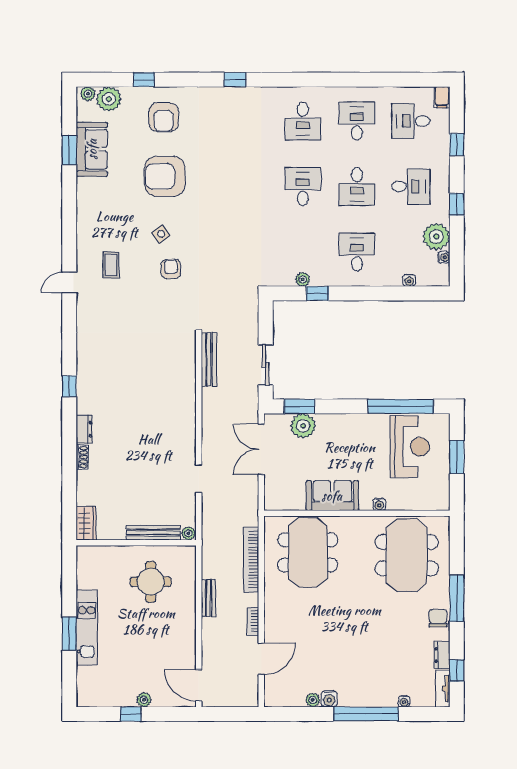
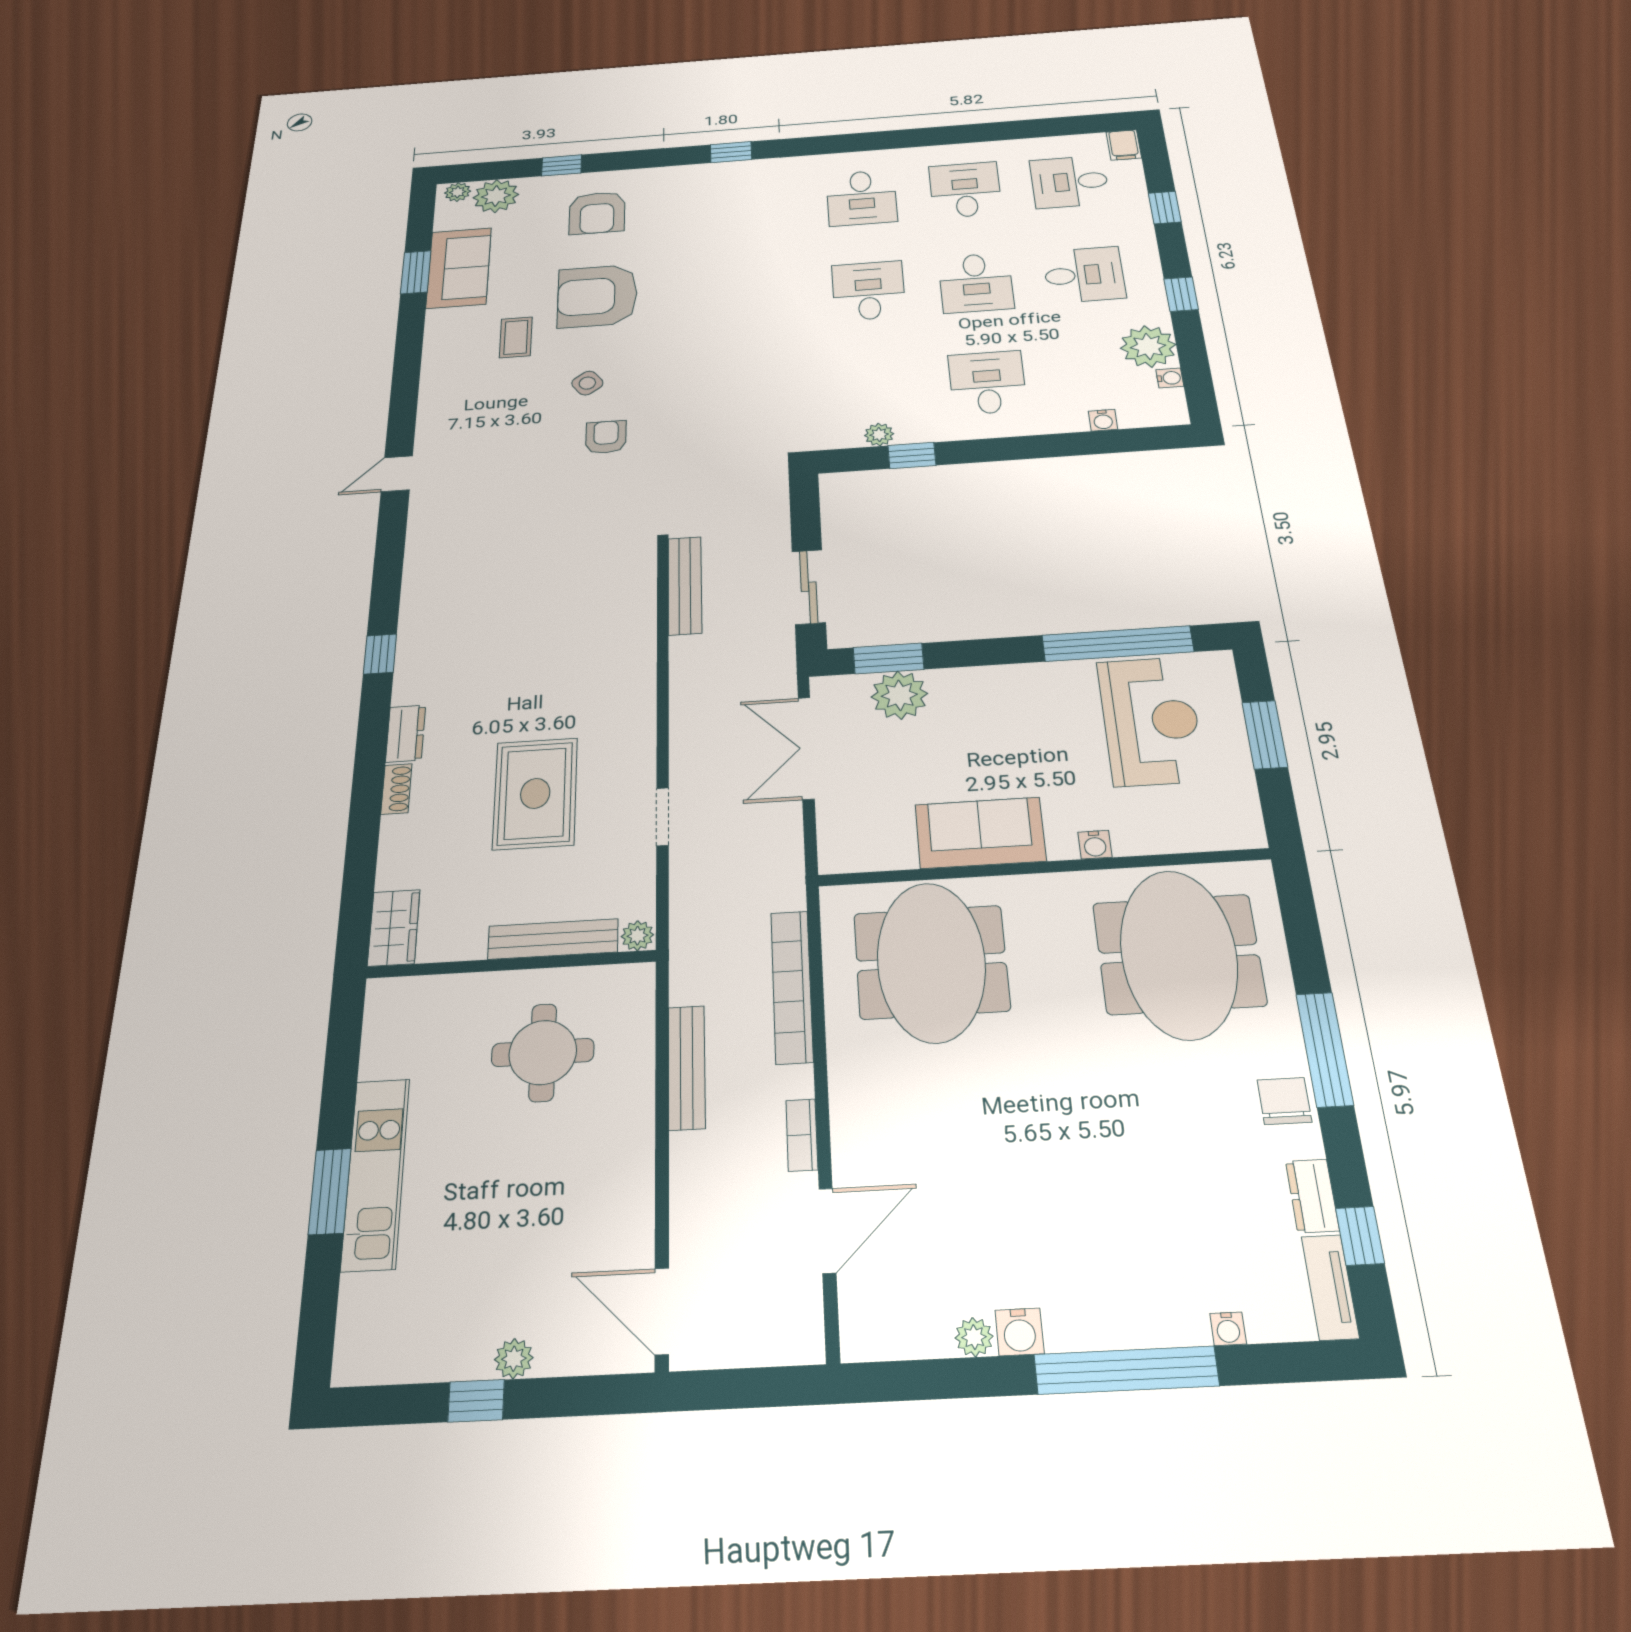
coffee table: (111, 265) -> (516, 337), moved
rug: (143, 464) -> (535, 793), added
bench: (208, 598) -> (687, 1067), width x1.36

